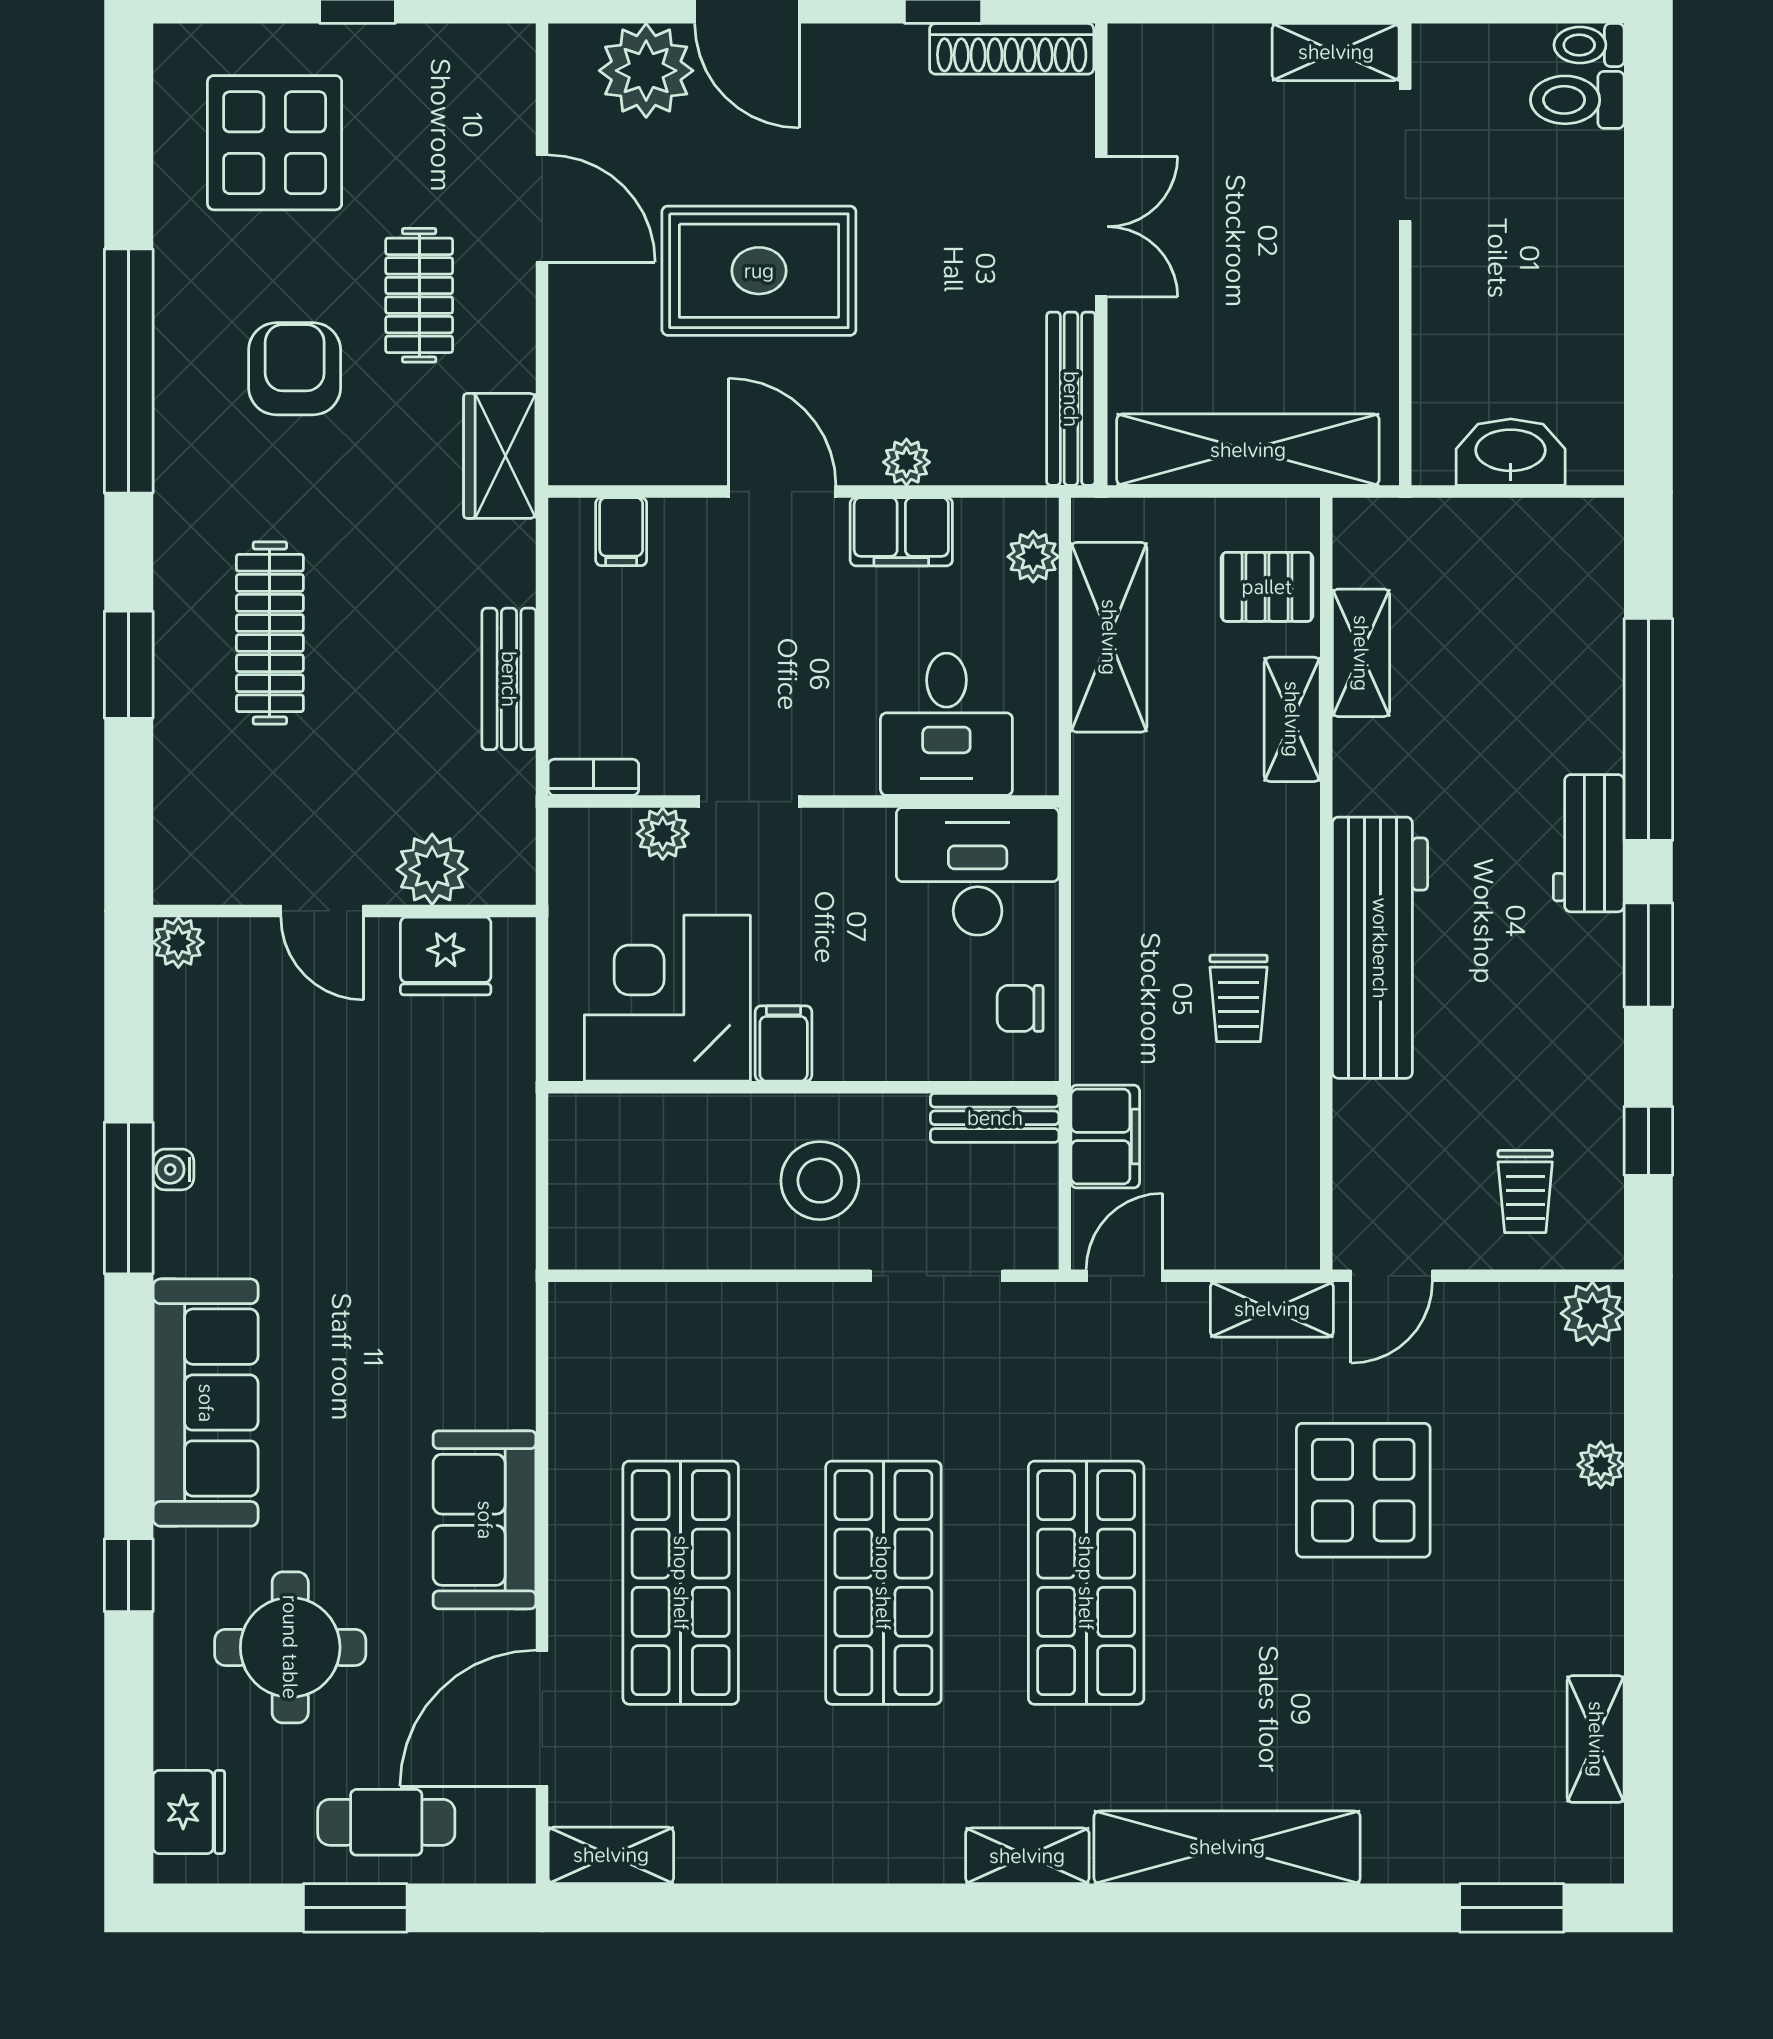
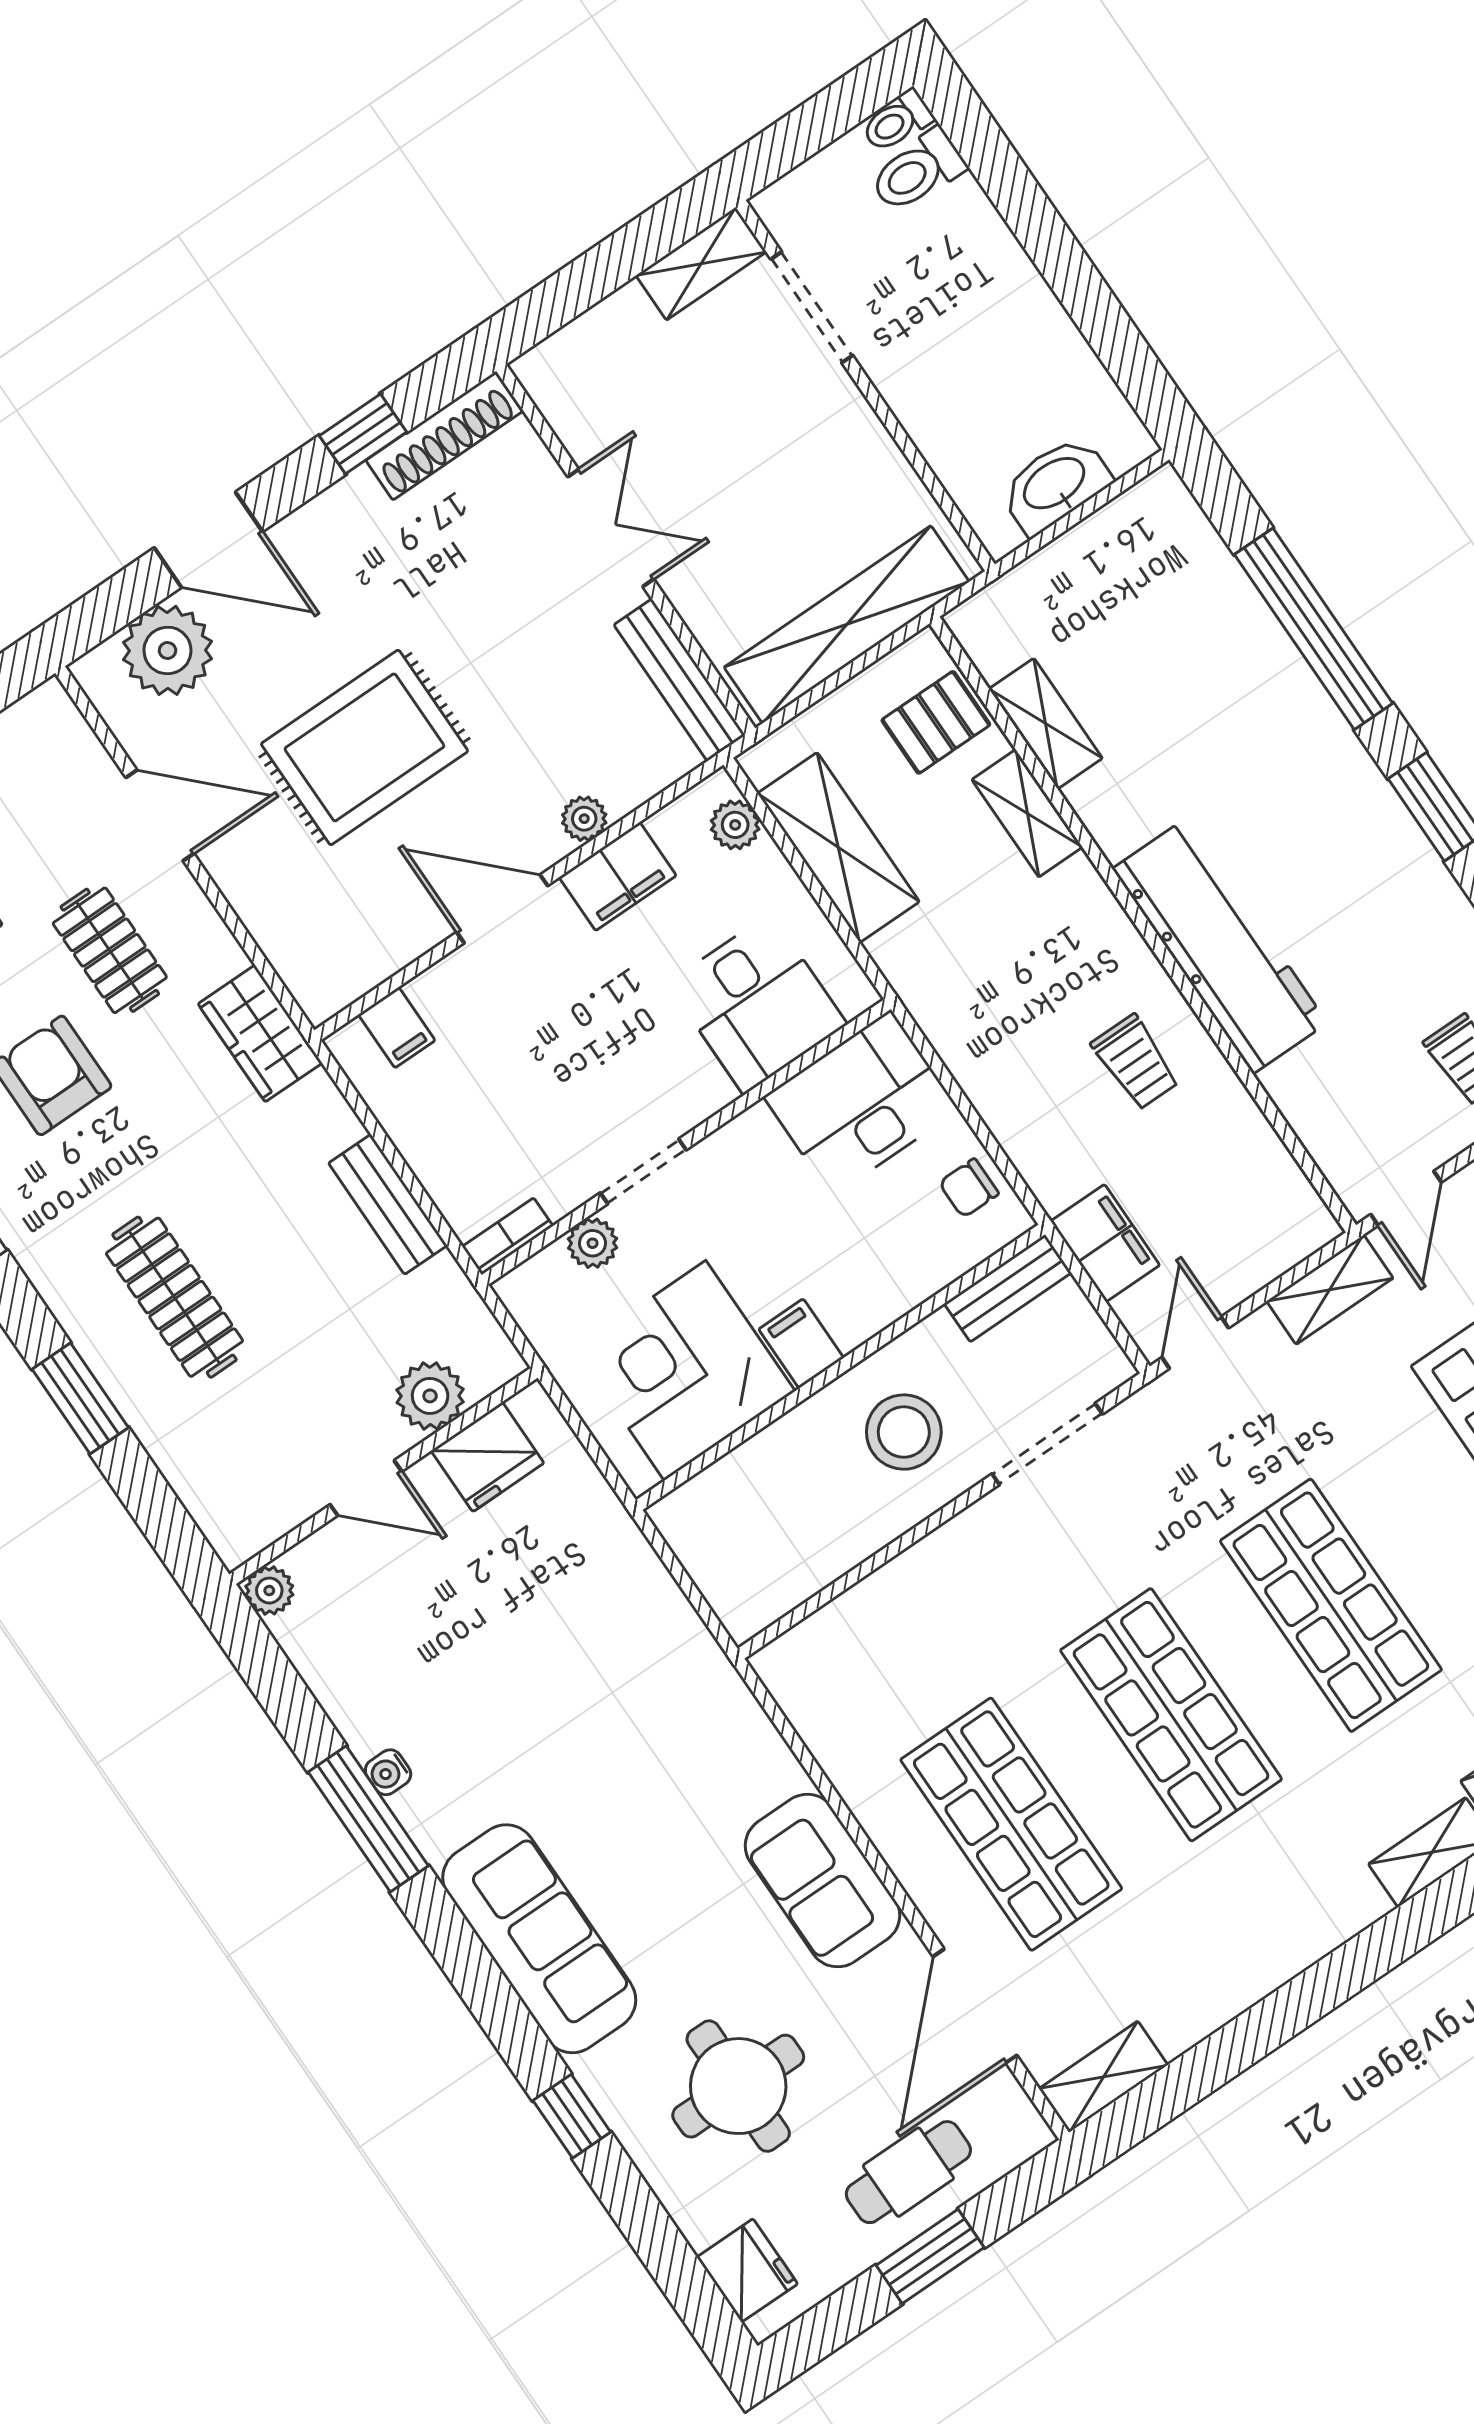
workbench: (1589, 843) -> (1328, 751), removed

